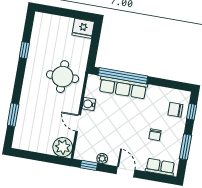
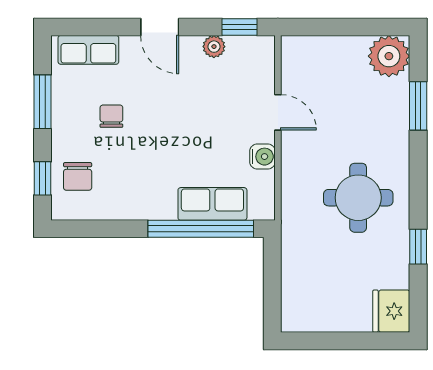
fridge: (83, 28) -> (391, 311), moved, turned -90
round table: (63, 77) -> (358, 198), moved
row of seats: (123, 88) -> (212, 204), width x0.68
chair: (175, 110) -> (78, 176), turned 90
plant: (63, 147) -> (389, 56), moved

